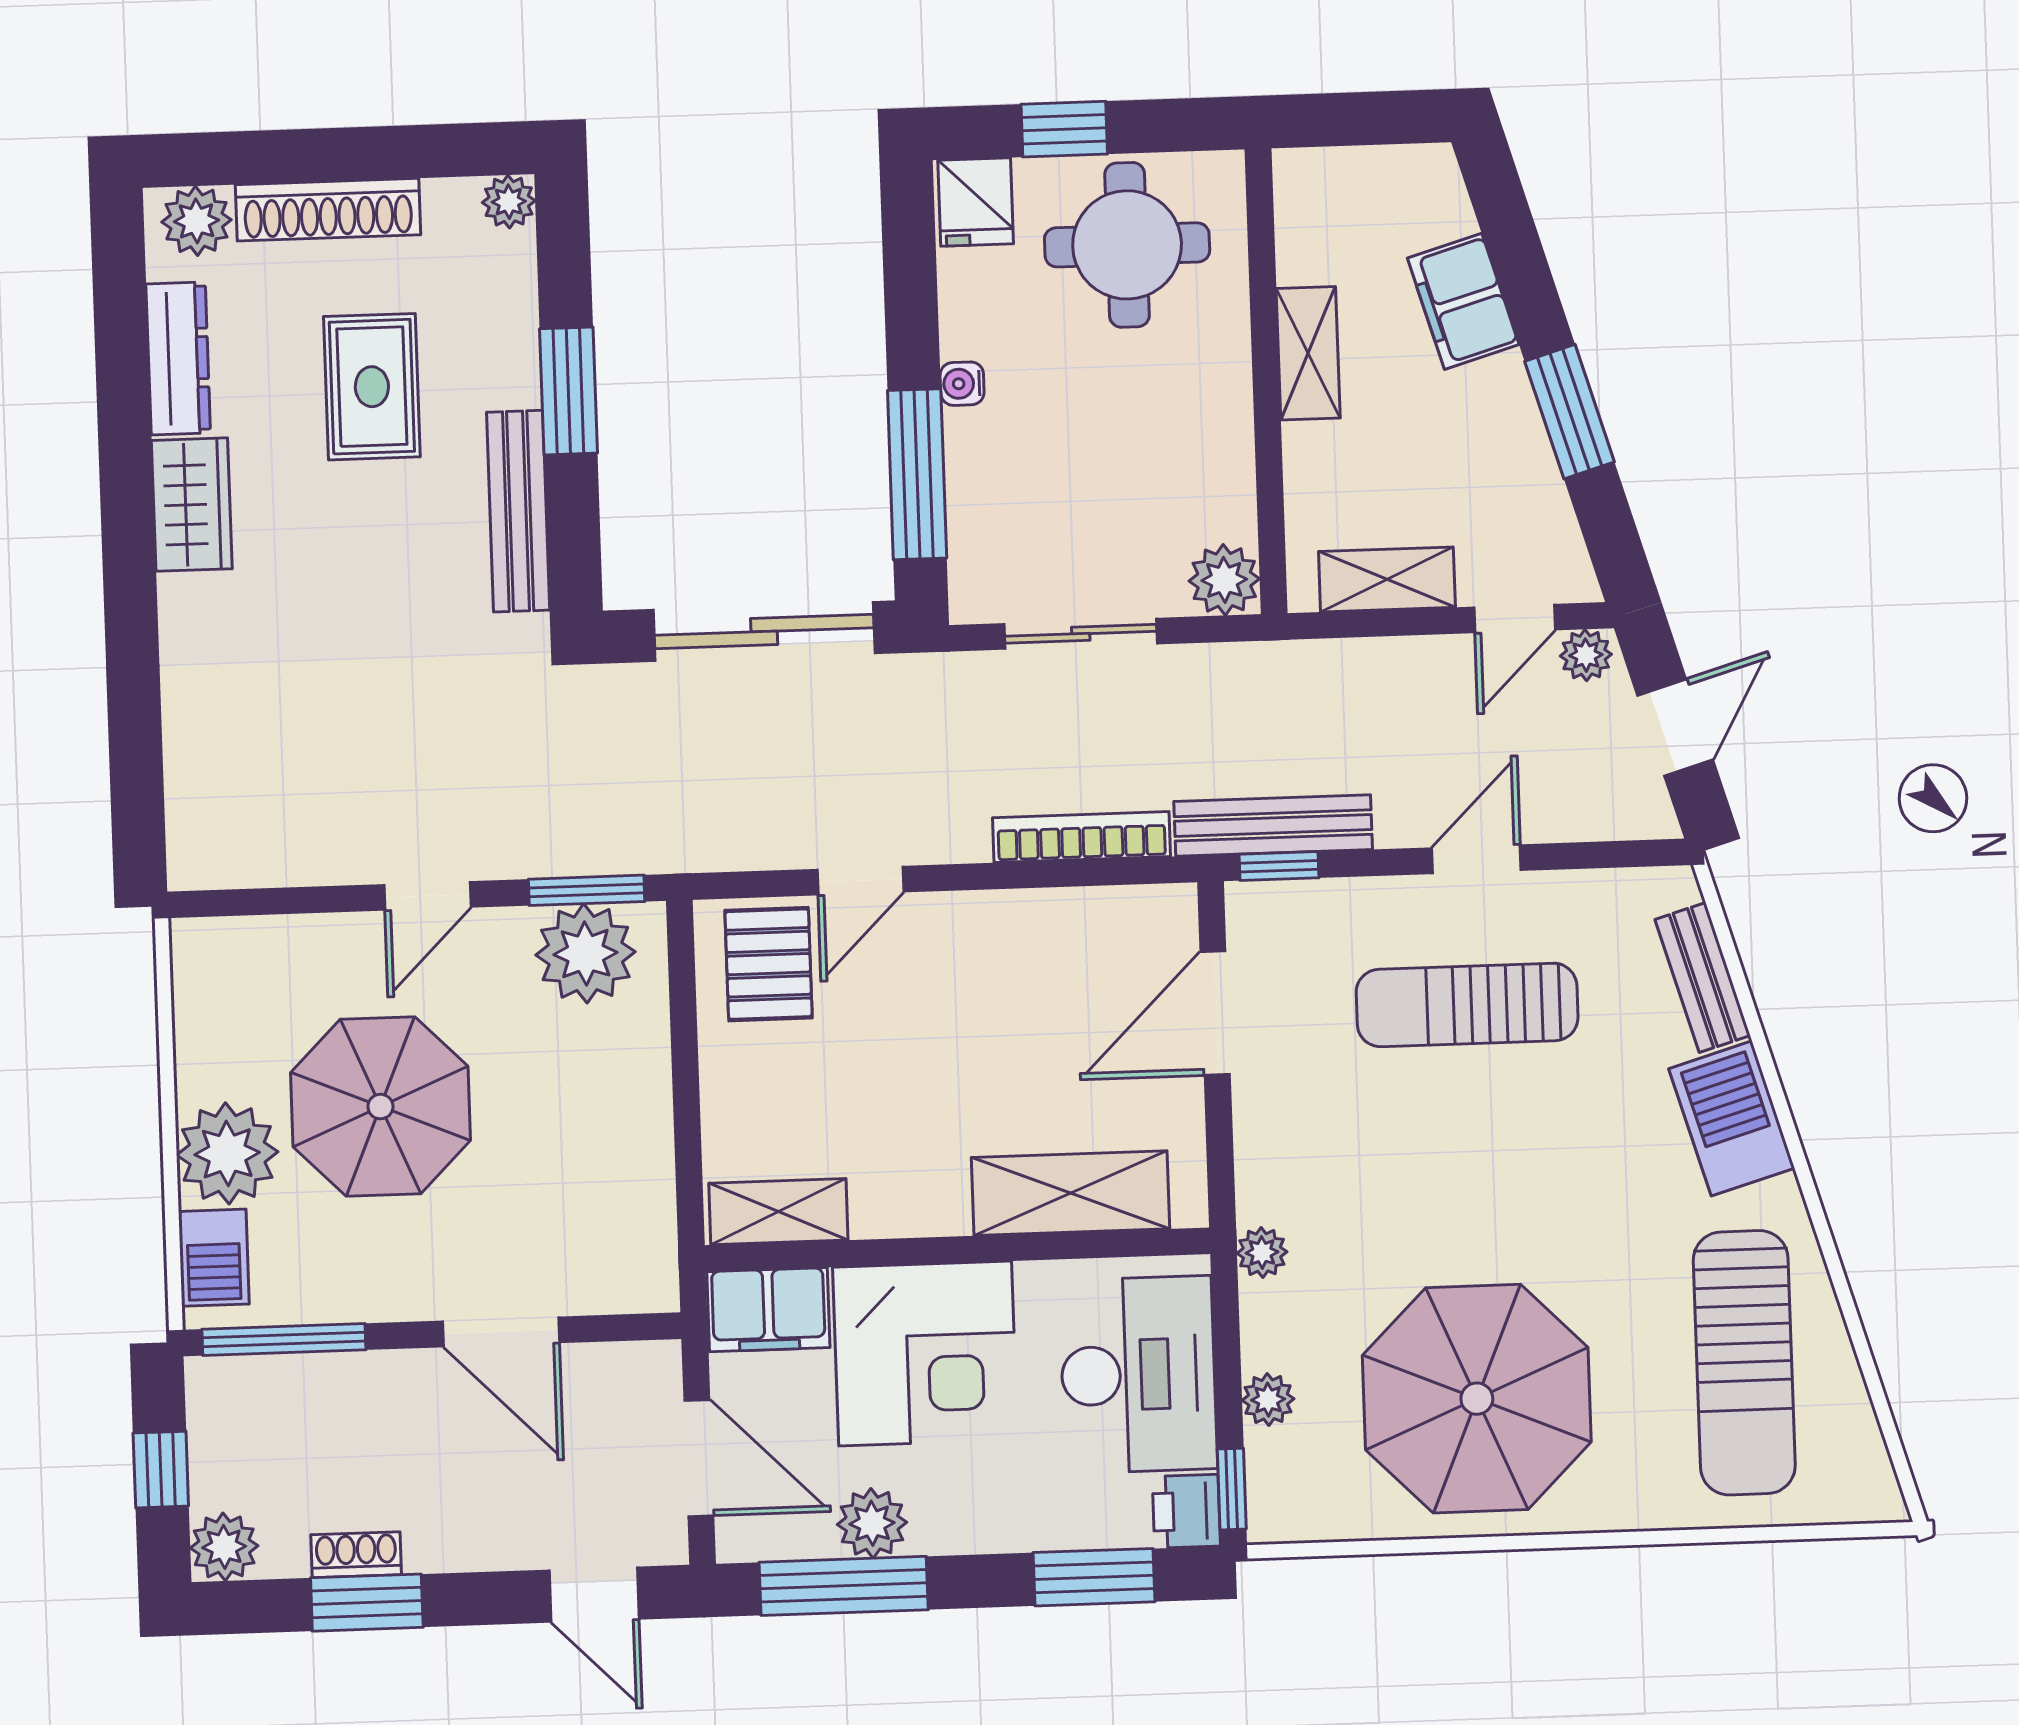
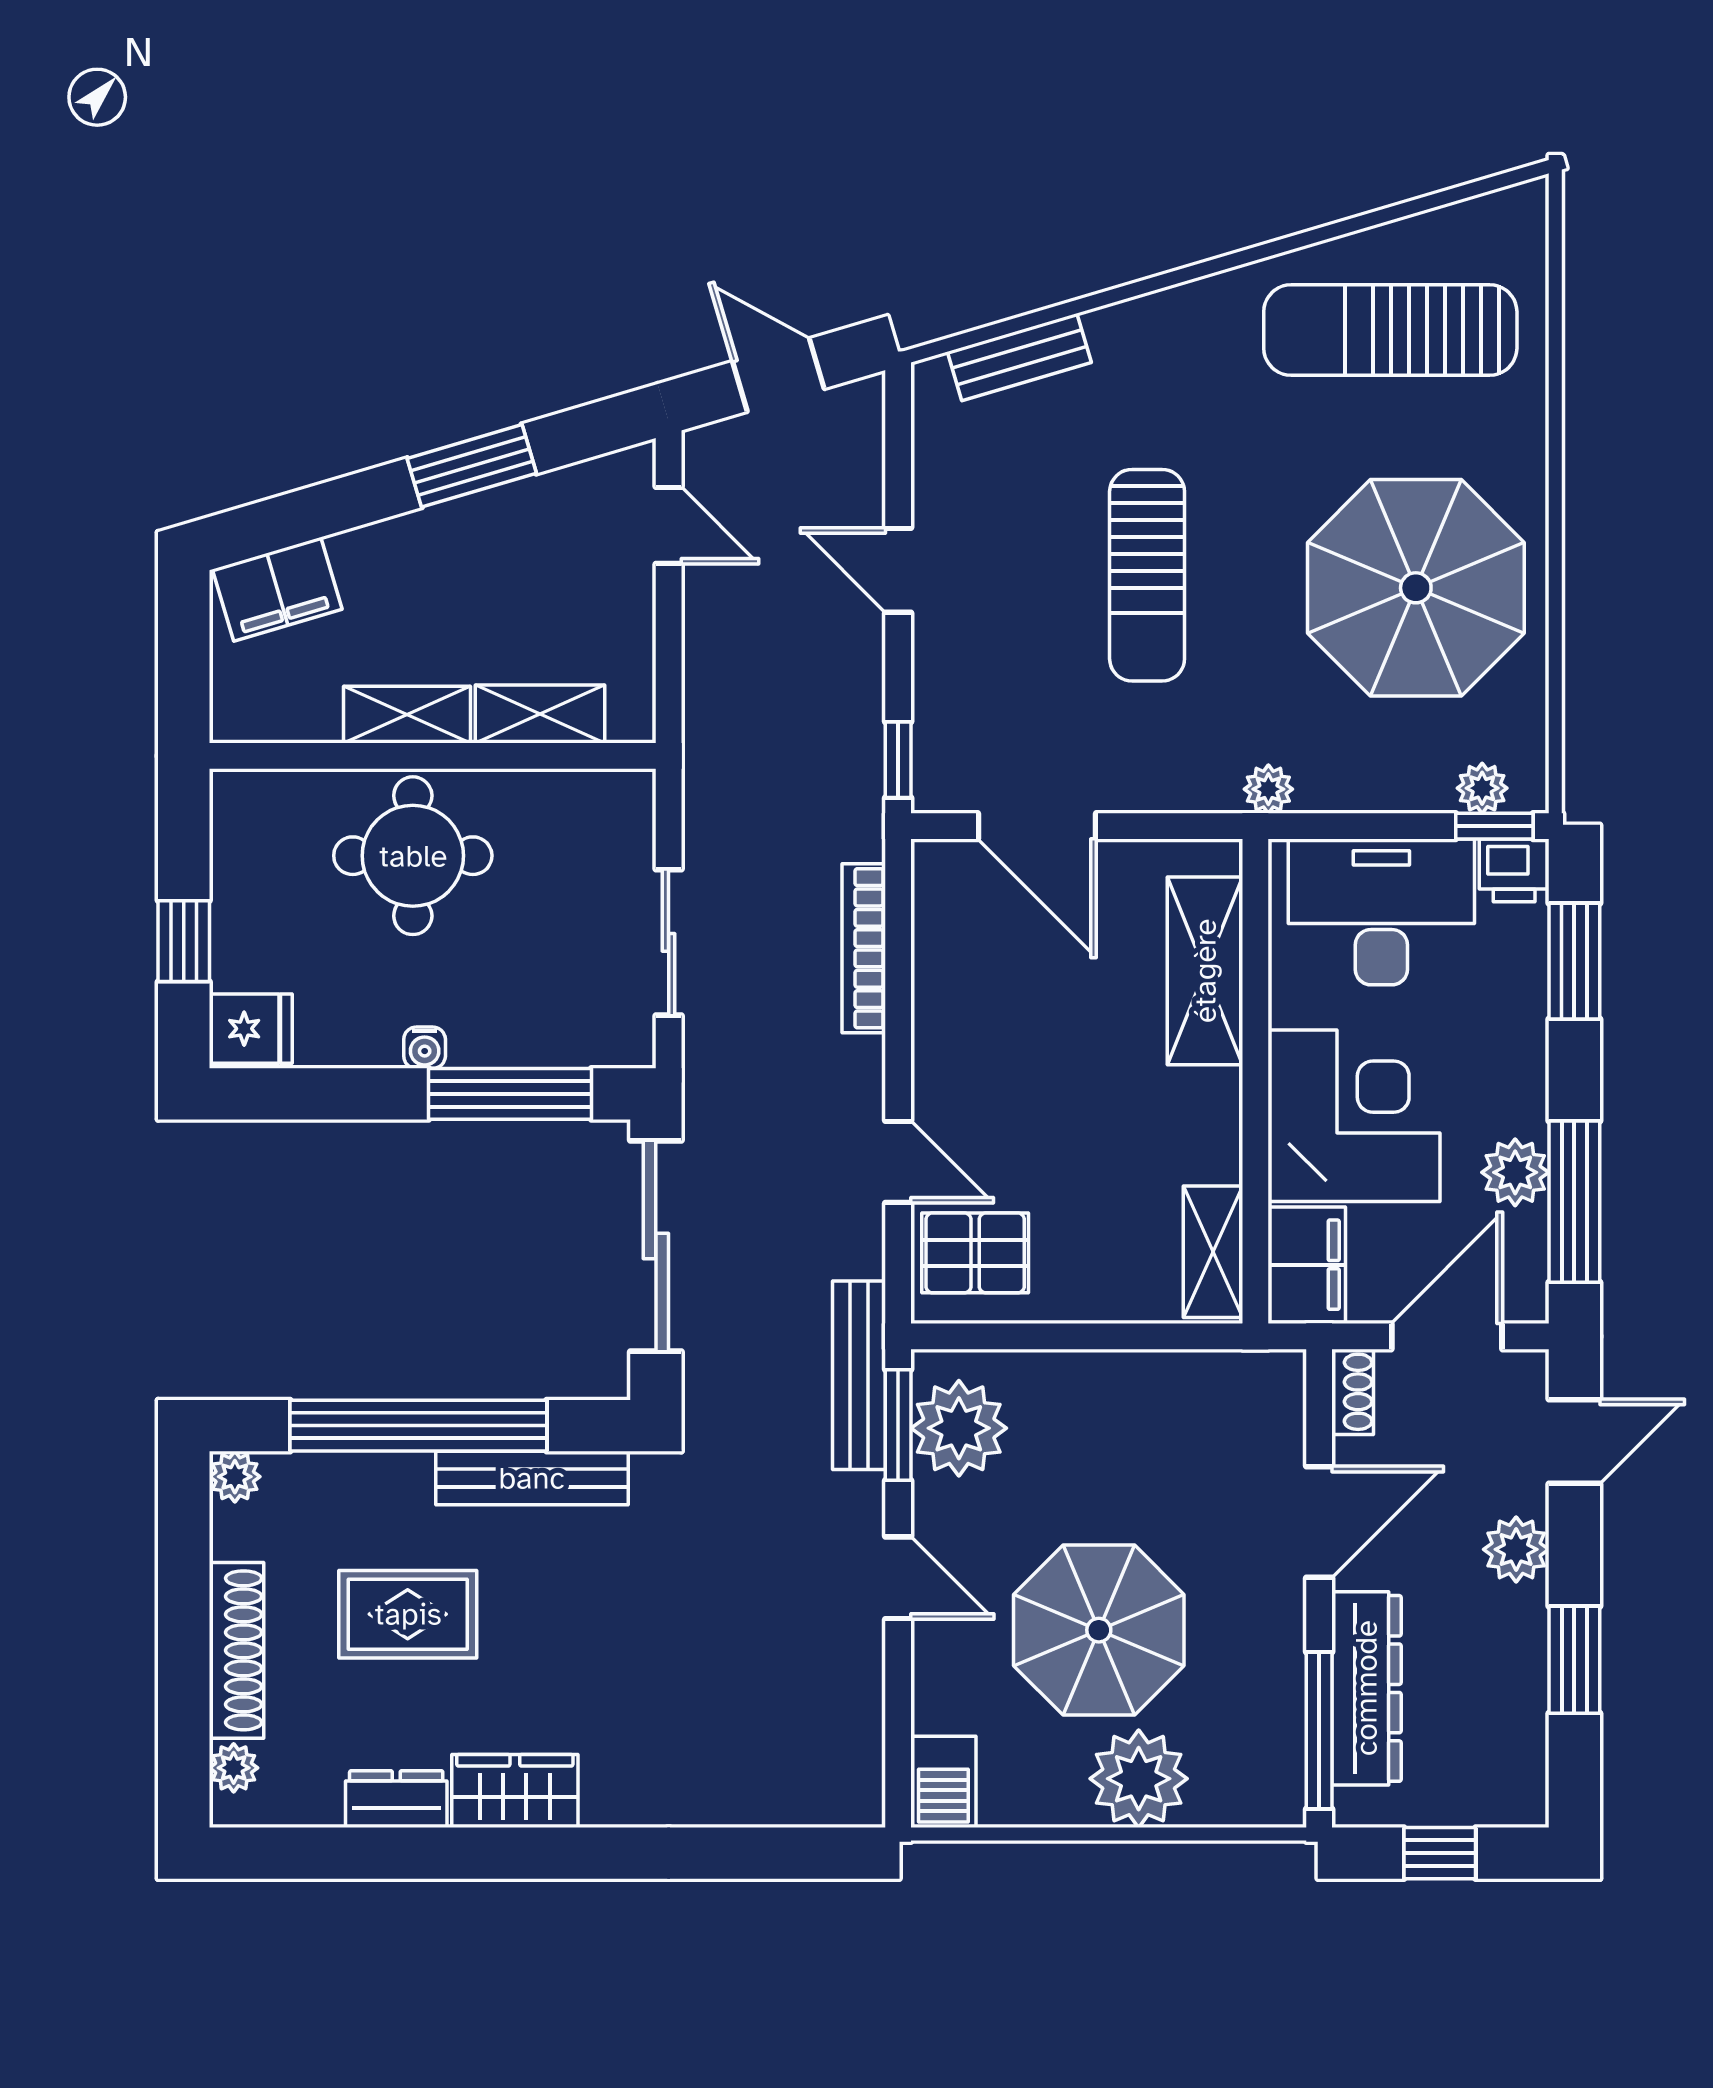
plant: (196, 221) -> (234, 1768), width x0.73, depth x0.73
round table: (1127, 245) -> (413, 856), moved
filing cabinet: (1463, 301) -> (277, 589), moved
dresser: (178, 358) -> (396, 1799), width x0.70
window: (569, 391) -> (418, 1426), width x2.11
shelving: (1387, 579) -> (540, 714), moved, turned 90
plant: (1224, 580) -> (622, 803), removed
plant: (1586, 655) -> (706, 458), removed
bench: (1273, 825) -> (859, 1375), moved
sun lounger: (1467, 1005) -> (1147, 575), moved
barbecue: (1732, 1118) -> (1155, 334), removed
barbecue: (214, 1258) -> (943, 1782), moved, turned 90
sun lounger: (1744, 1363) -> (1390, 330), turned 180
dresser: (329, 1387) -> (1366, 1688), added
plant: (1268, 1400) -> (1482, 788), moved
plant: (224, 1547) -> (1516, 1549), moved
shoe rack: (356, 1555) -> (1353, 1392), moved, turned 180

